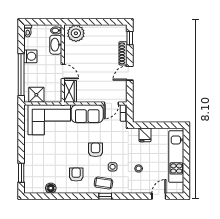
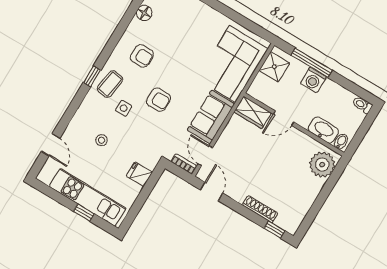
washing machine: (30, 56) -> (313, 80), moved
door: (130, 73) -> (212, 191), moved
window: (21, 75) -> (312, 63), width x0.68
window: (186, 153) -> (84, 213), added

